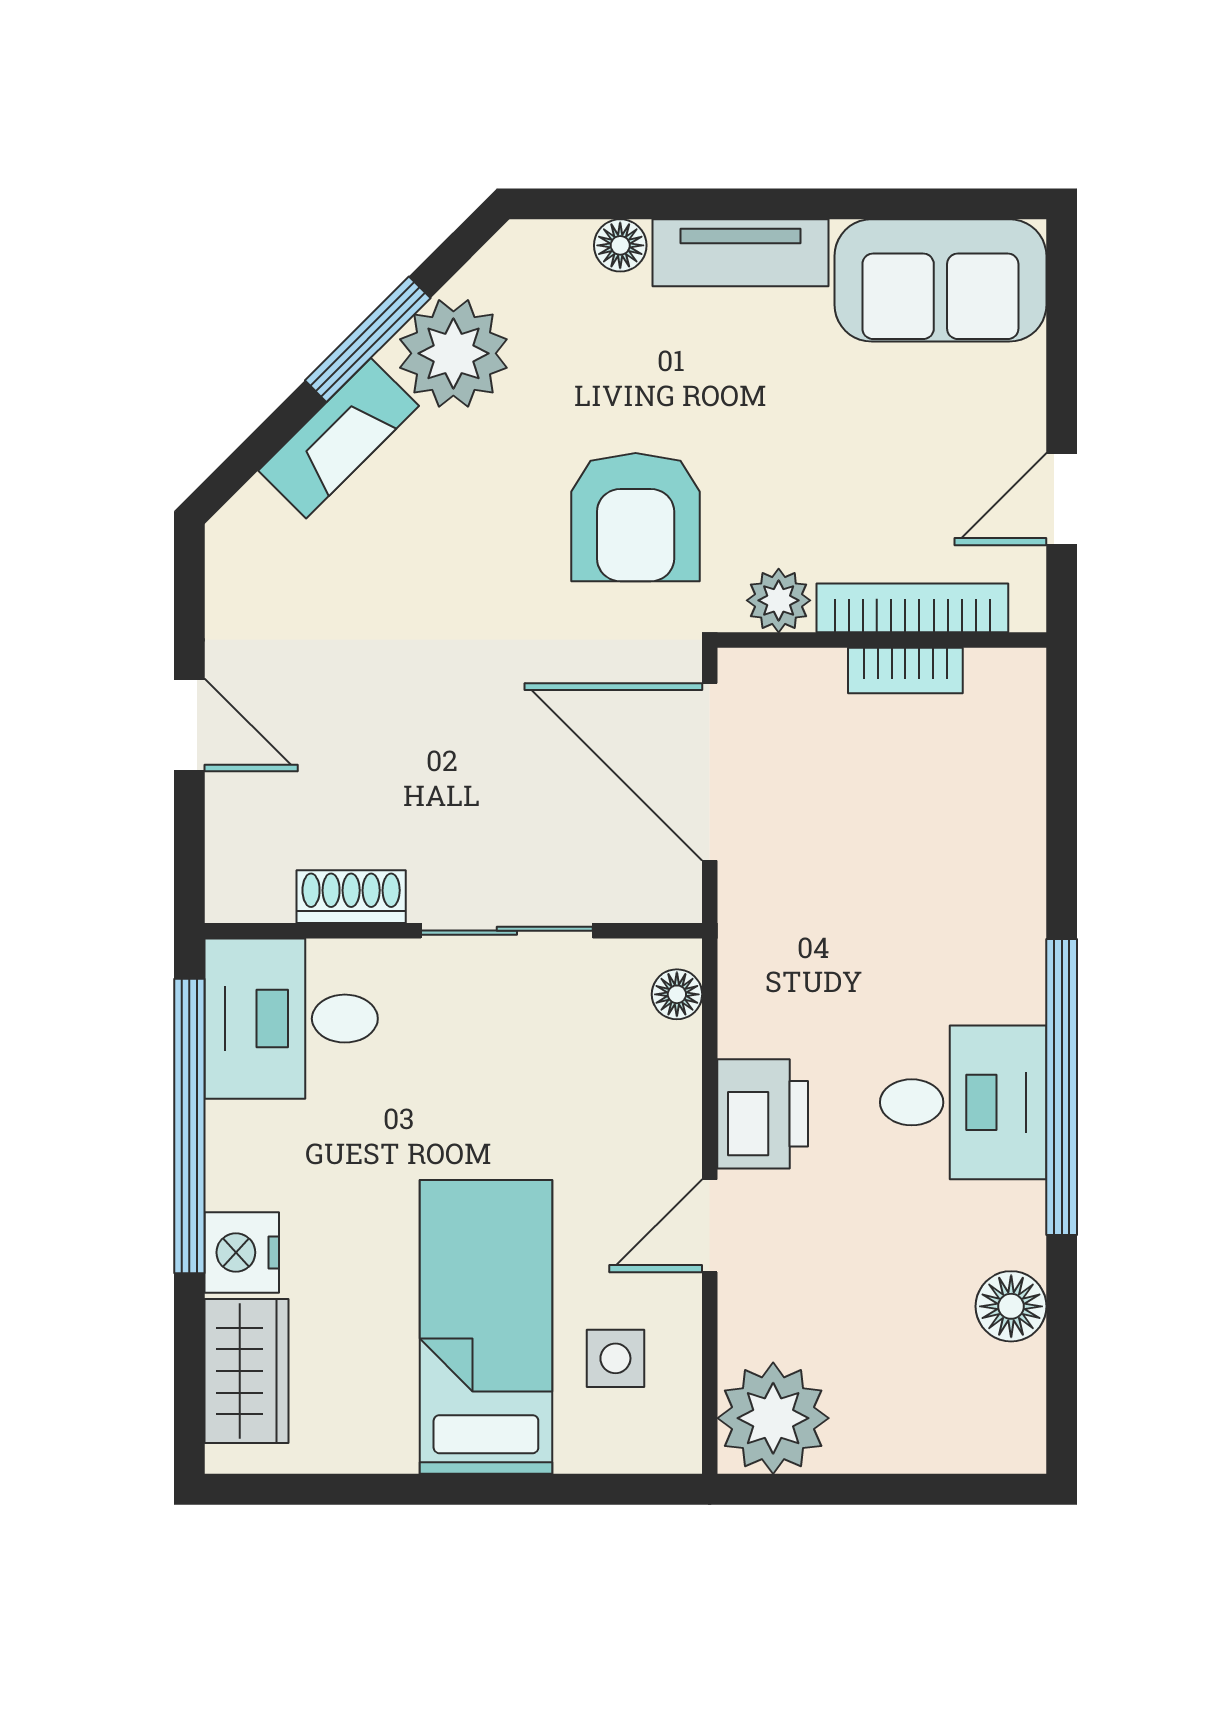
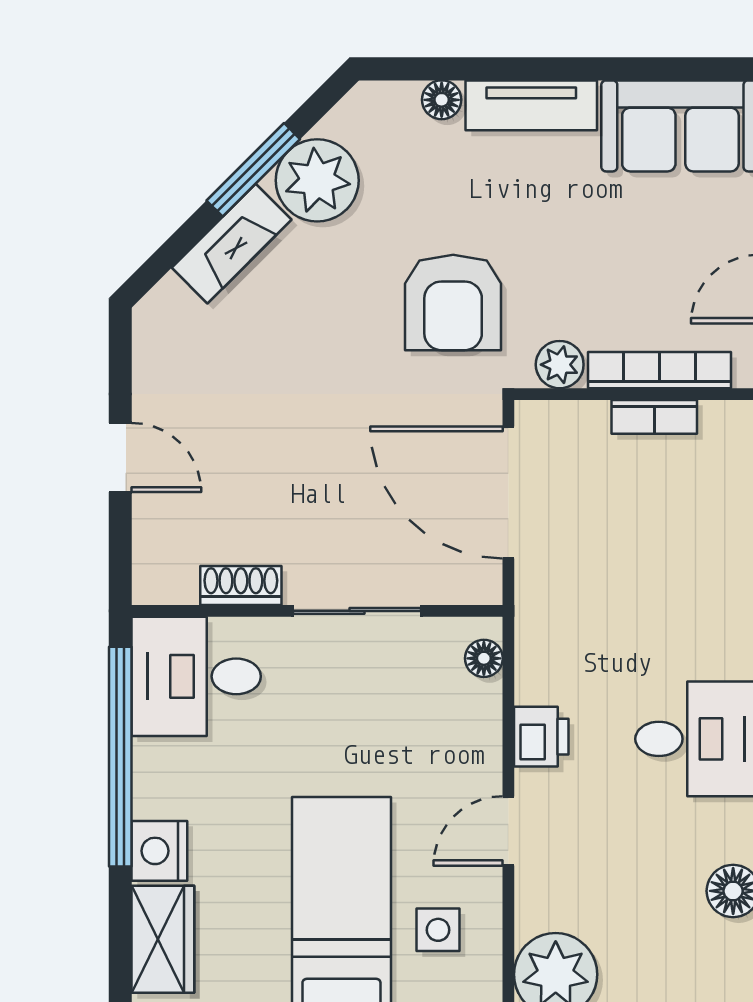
printer: (763, 1114) -> (541, 737), width x0.73, depth x0.81

